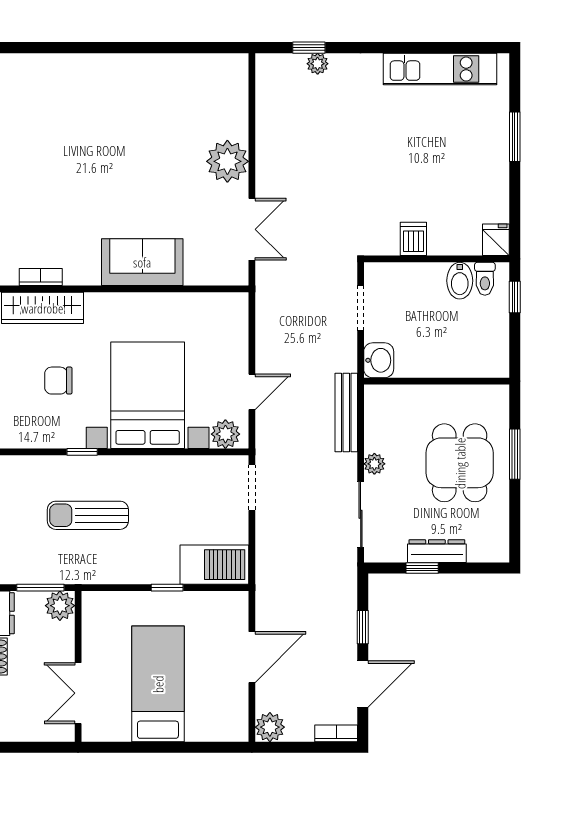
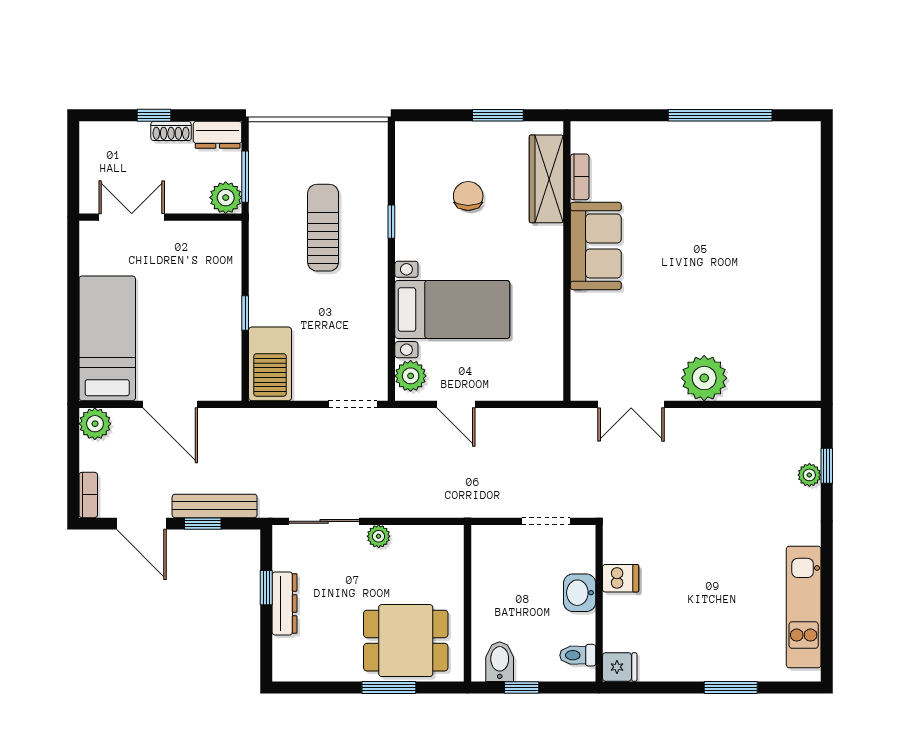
sofa: (142, 262) -> (596, 246), moved
bidet: (460, 281) -> (500, 662), moved, turned 90
window: (515, 297) -> (522, 687), moved
washbasin: (379, 360) -> (580, 593), moved, turned 90
bed with nightstands: (148, 395) -> (452, 309), width x0.73
bench: (346, 413) -> (215, 506), moved
dining table: (460, 463) -> (406, 641), moved
bed: (158, 684) -> (107, 338), moved, turned -90

